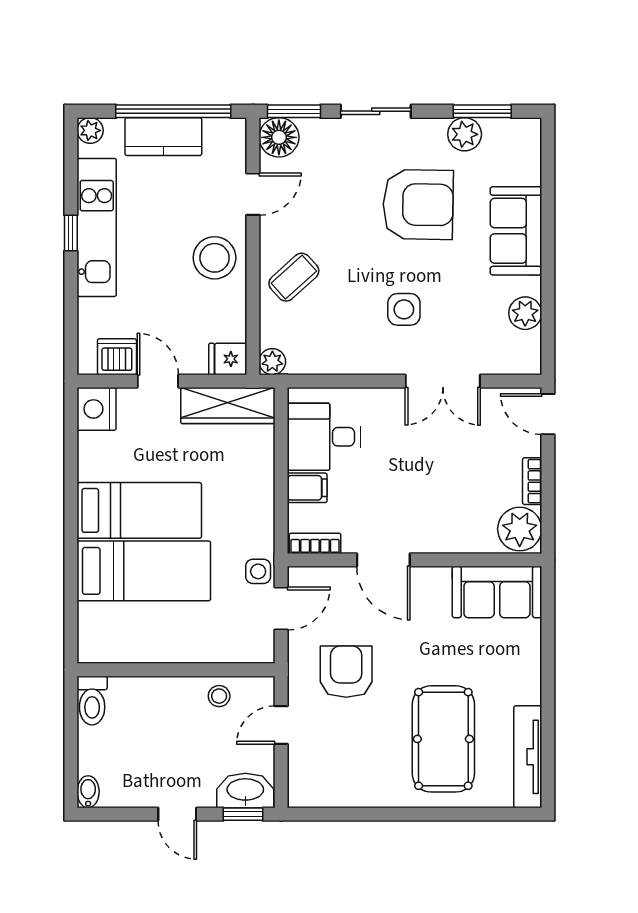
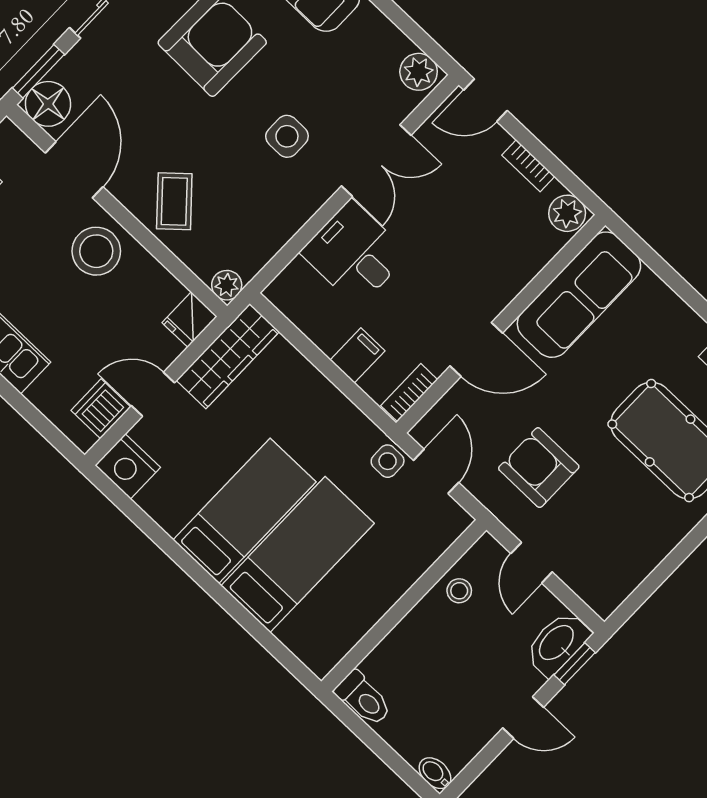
door: (253, 194) -> (74, 170), width x1.38
plant: (525, 313) -> (419, 72), moved
desk: (324, 437) -> (355, 253), moved, turned 90
plant: (520, 529) -> (567, 213), width x0.73, depth x0.73
sofa: (497, 592) -> (579, 295), width x1.36

